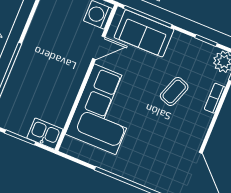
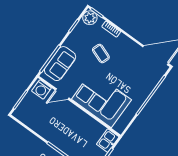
door: (99, 48) -> (62, 94), swing flipped

